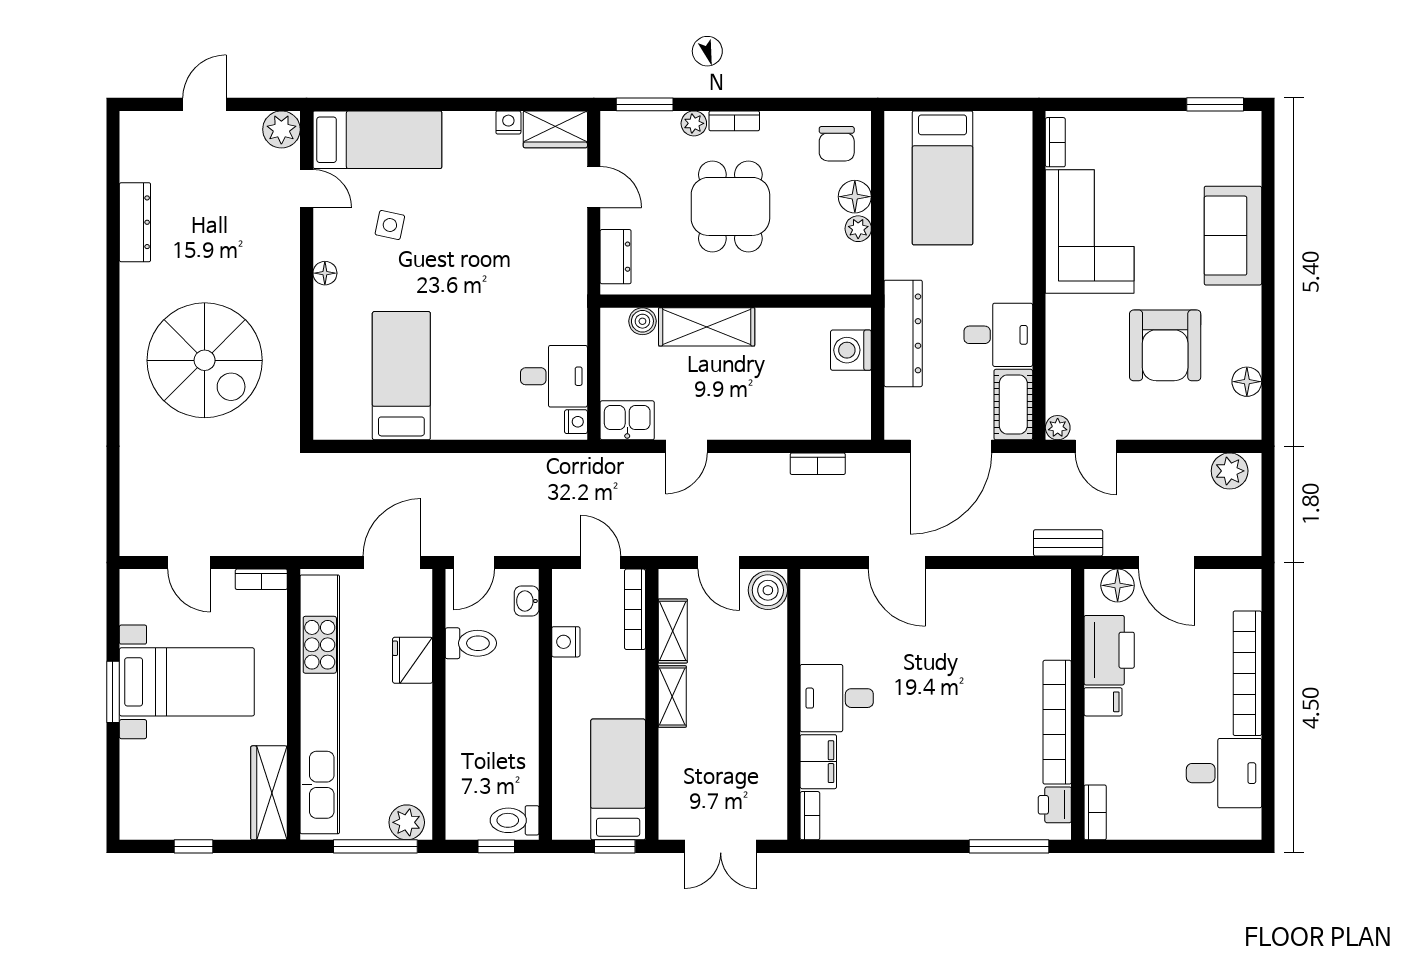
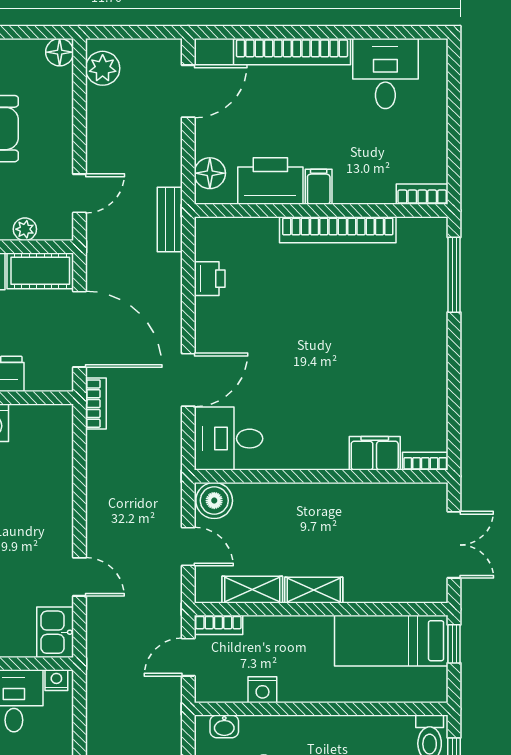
floor lamp: (1247, 382) -> (60, 52), moved
plant: (1058, 428) -> (25, 229), moved
bookcase: (818, 464) -> (96, 404), moved
door: (719, 562) -> (188, 547), hinge flipped
door: (1167, 562) -> (188, 91), moved
bookcase: (635, 609) -> (218, 625), width x0.64
desk: (837, 698) -> (228, 439), moved, turned 90
printer: (1055, 805) -> (210, 279), moved, turned -90

